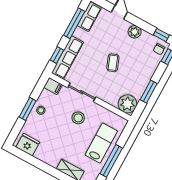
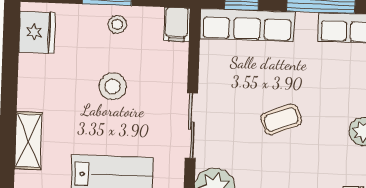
sliding door: (82, 92) -> (191, 126), moved
stool: (78, 118) -> (113, 86), moved

